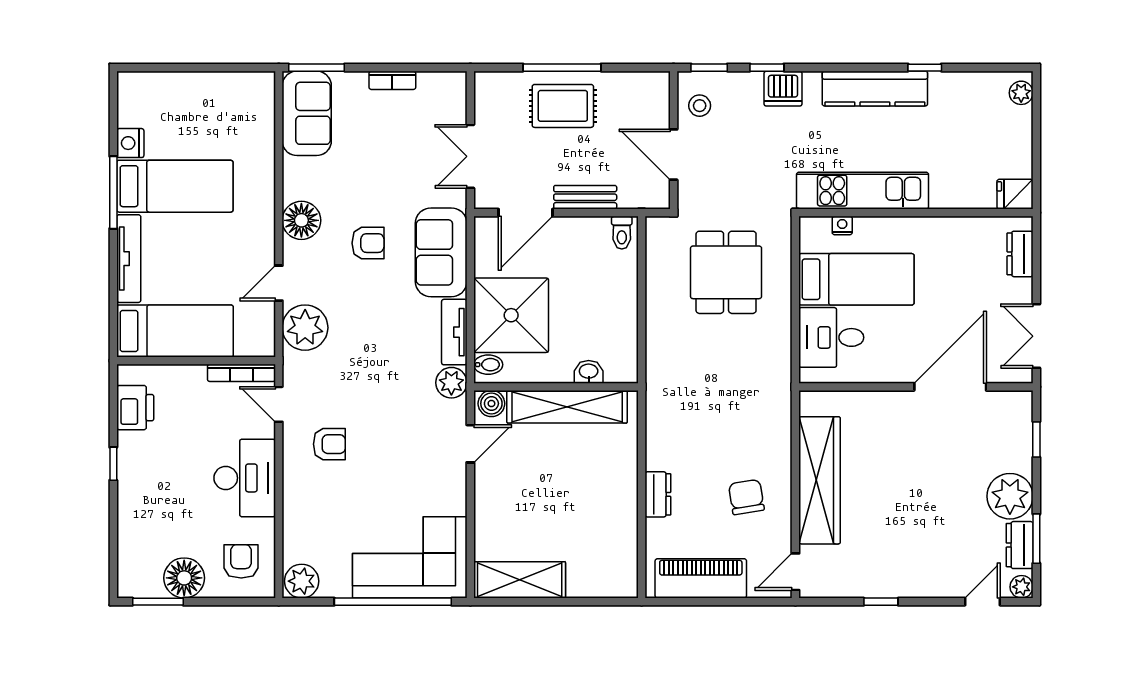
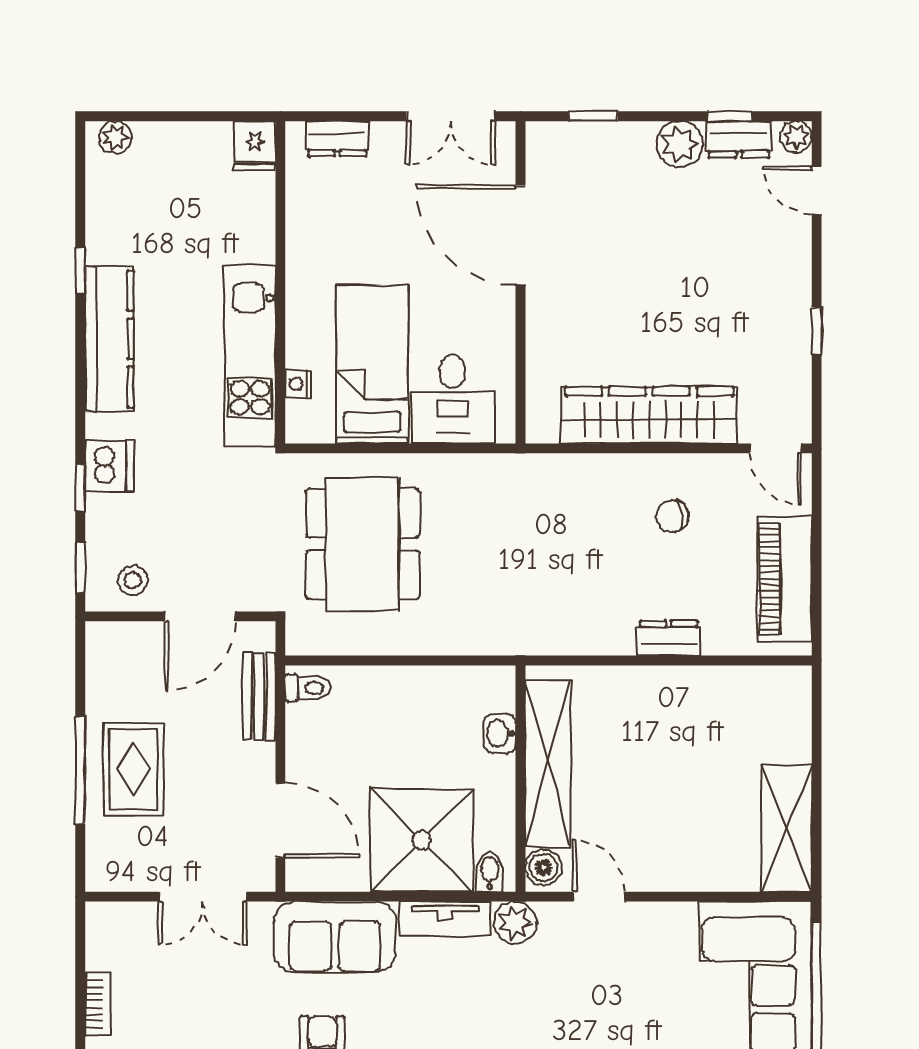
bench: (585, 197) -> (259, 697), moved
dining table: (726, 272) -> (363, 544), width x1.38
plant: (1010, 496) -> (680, 144), width x0.73, depth x0.73
chair: (746, 497) -> (672, 516), width x0.73, depth x0.73
window: (1036, 539) -> (730, 116), width x0.67

